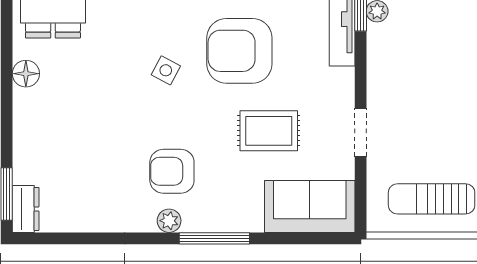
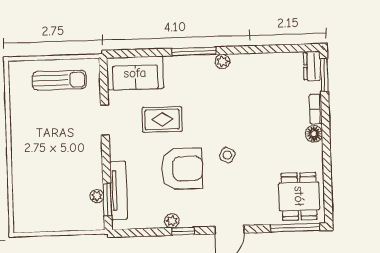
floor lamp: (26, 74) -> (314, 134), moved
bookcase: (22, 140) -> (316, 109), added
armchair: (172, 171) -> (222, 92), removed

